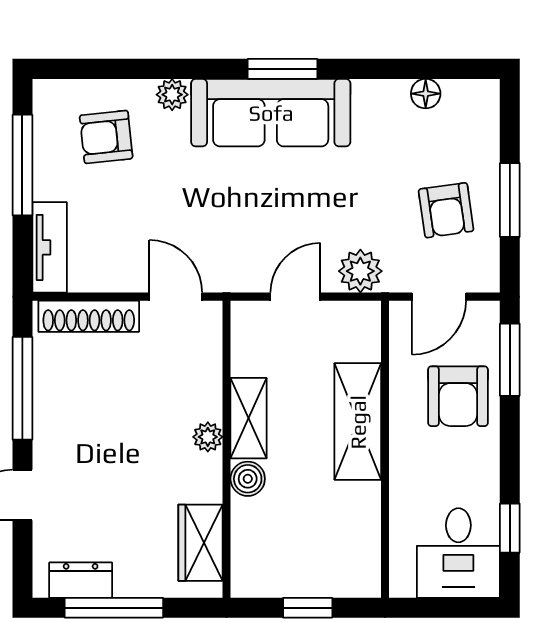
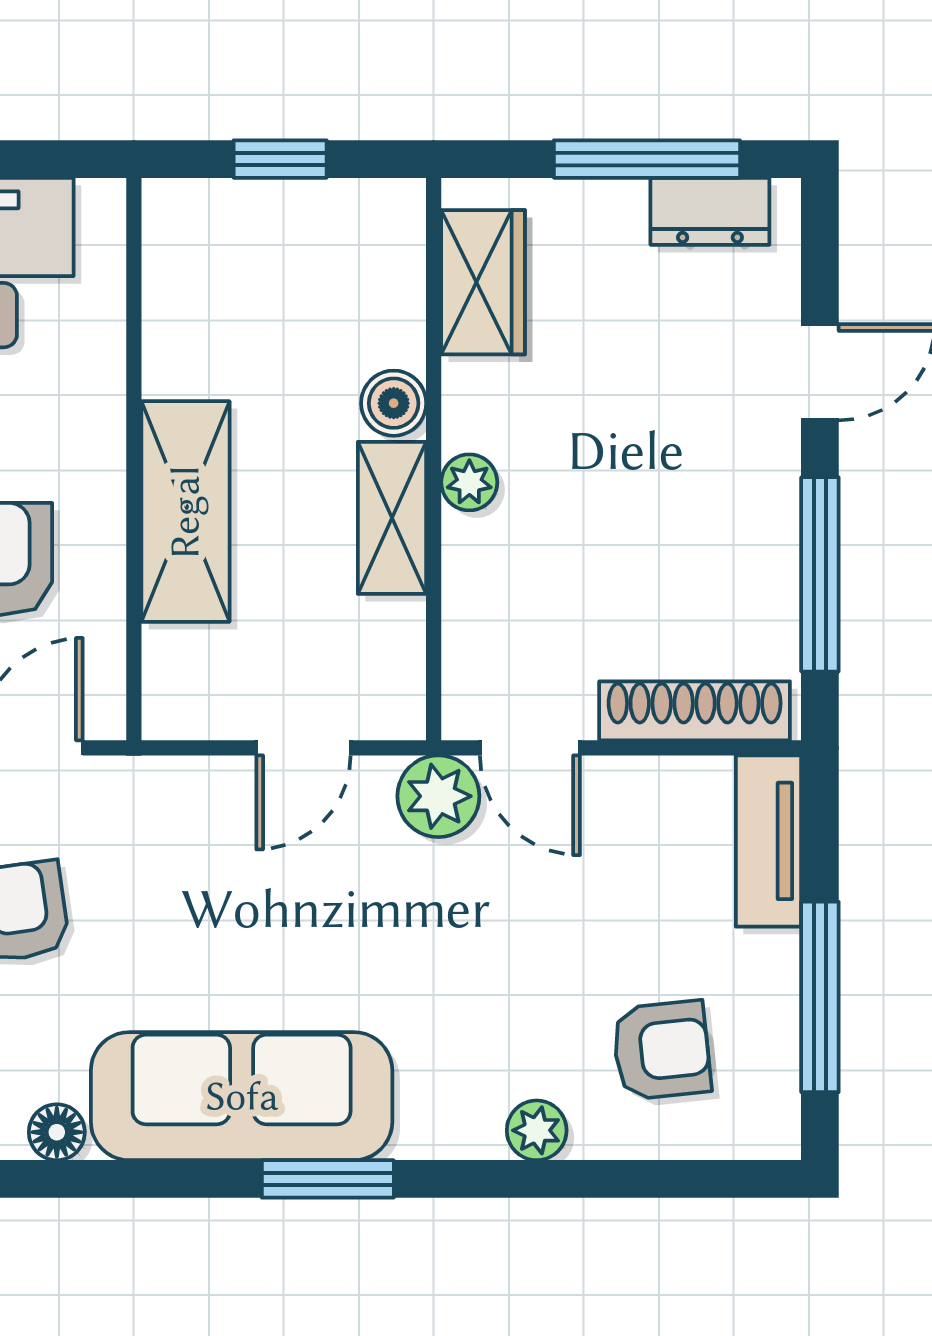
sofa: (271, 113) -> (242, 1096), moved
plant: (360, 271) -> (438, 796), moved

